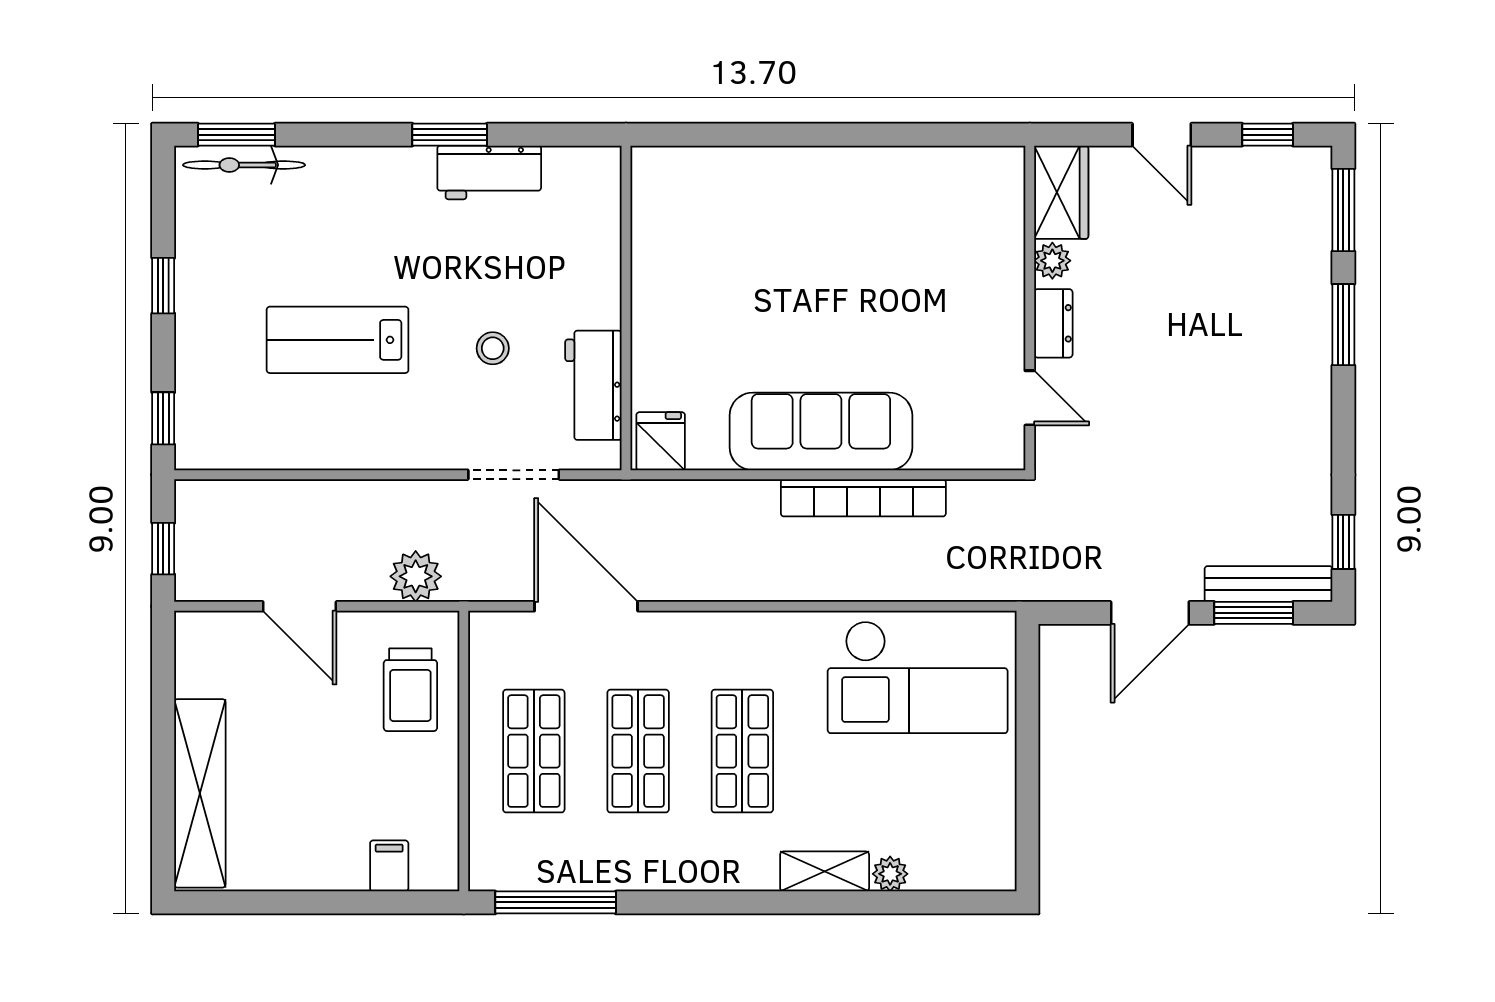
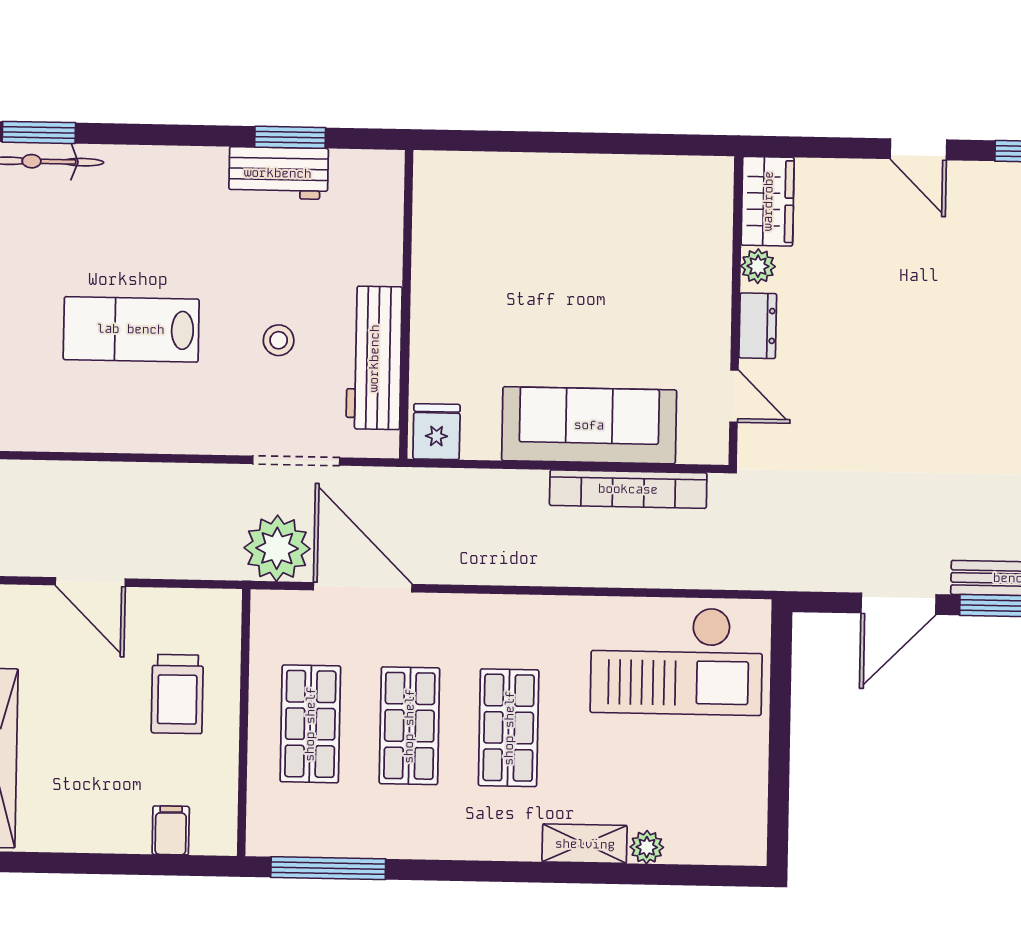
window: (450, 135) -> (290, 137), moved
wardrobe: (1061, 192) -> (768, 201), moved
plant: (1052, 261) -> (758, 266), moved
wall: (1030, 308) -> (736, 311), moved
dresser: (1053, 323) -> (758, 326), moved
workbench: (593, 385) -> (374, 358), width x1.38
door: (1030, 398) -> (734, 396), moved
plant: (416, 576) -> (277, 548), moved, width x1.36, depth x1.36
trolley: (410, 690) -> (177, 694), moved

